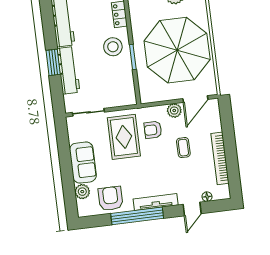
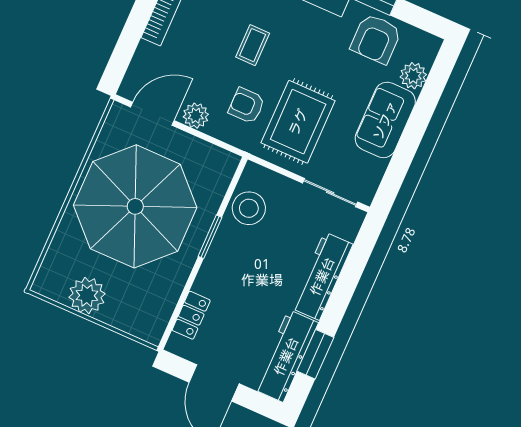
stool: (113, 47) -> (249, 208), moved
window: (53, 62) -> (315, 354), moved
armchair: (153, 130) -> (247, 106), turned 180
coffee table: (183, 148) -> (253, 45), moved

